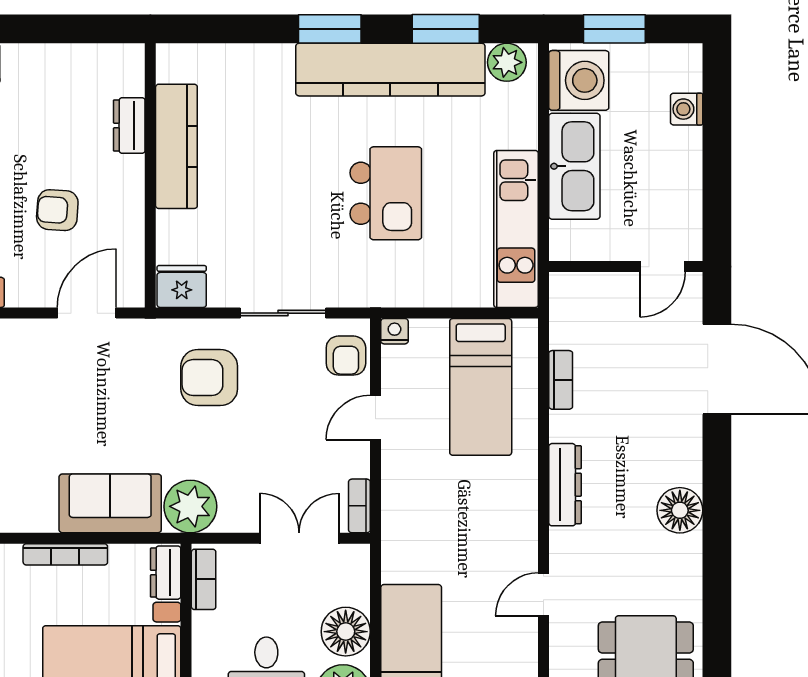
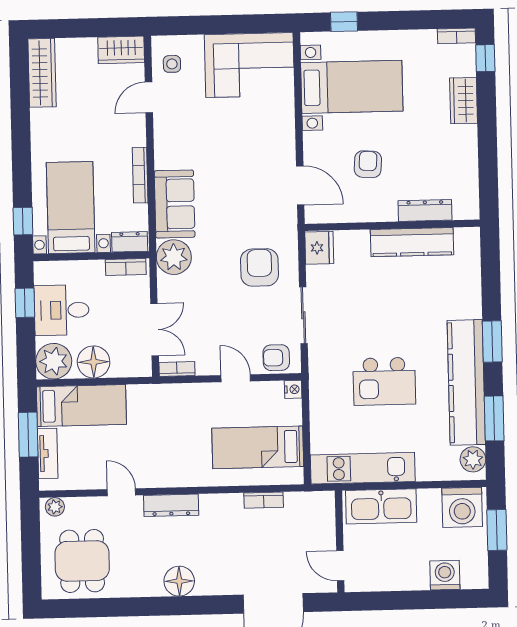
washing machine: (687, 109) -> (445, 575), width x1.38, depth x1.38
dresser: (129, 125) -> (425, 210), width x1.44
kitchen sink: (574, 166) -> (381, 506), moved
dresser: (565, 485) -> (171, 505), moved

